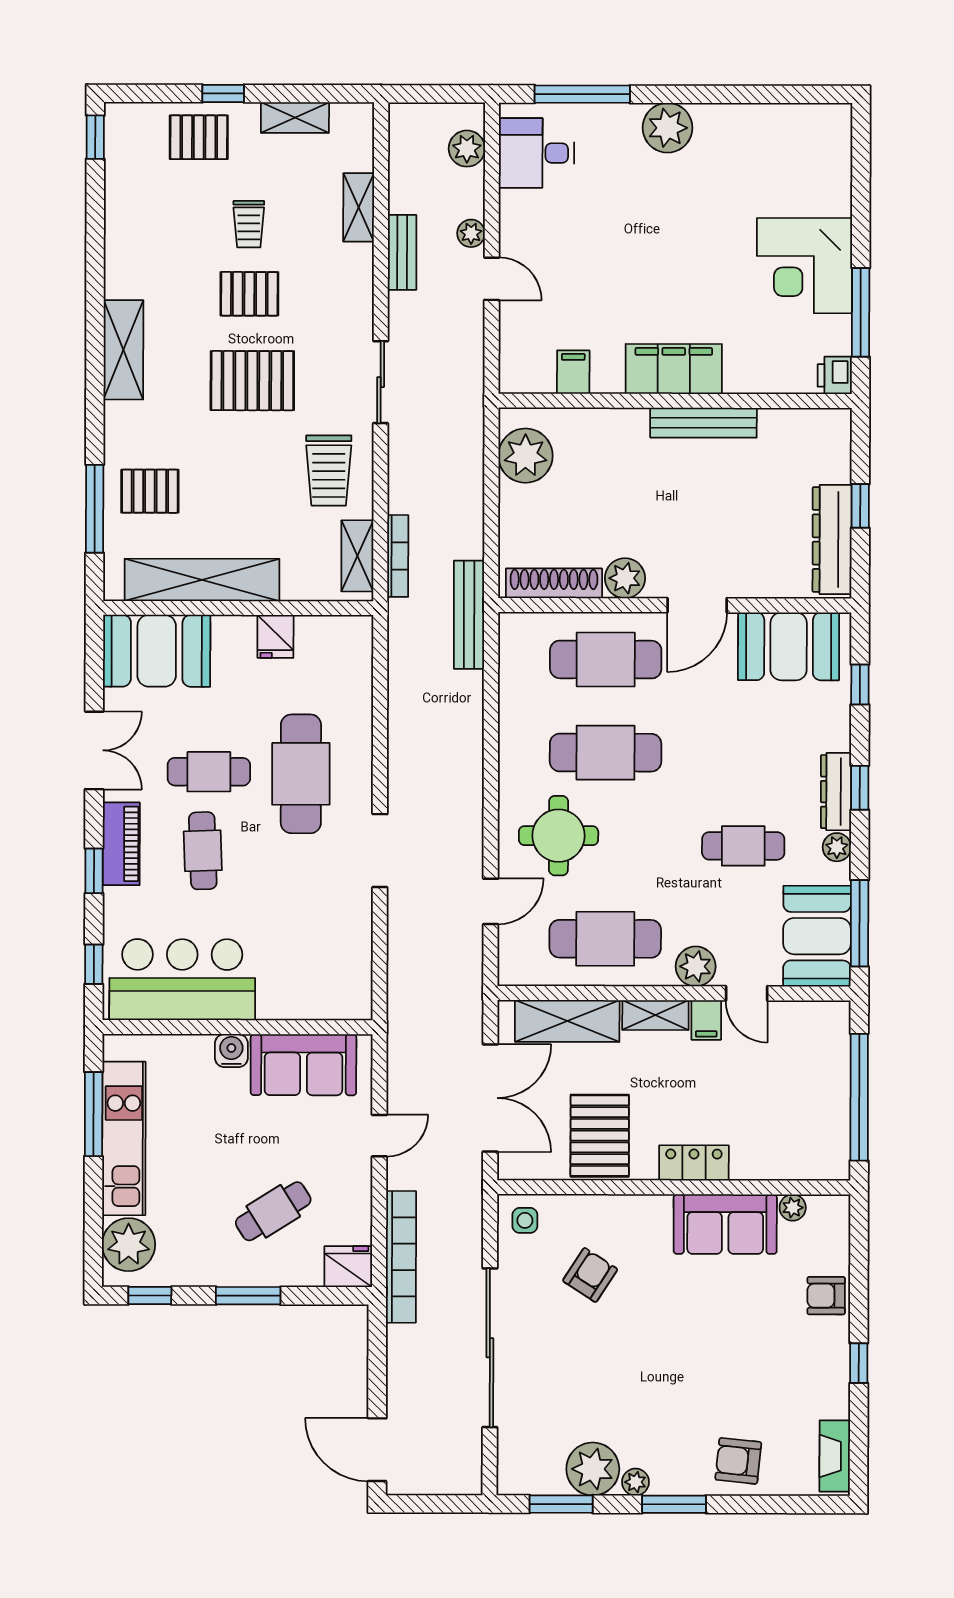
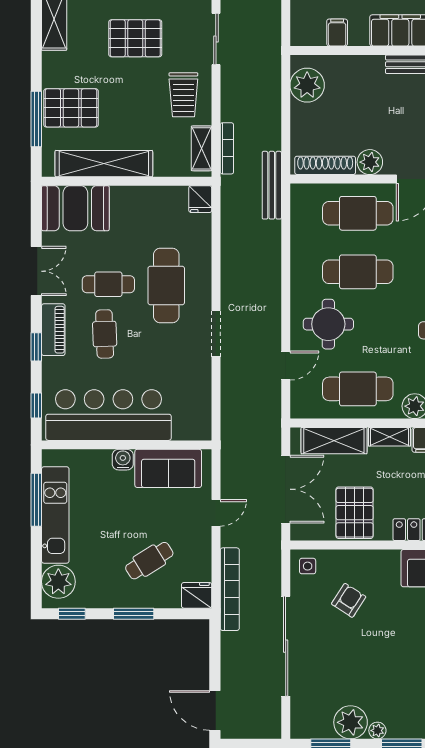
pallet: (150, 491) -> (71, 108), width x1.50, depth x1.42
fridge: (275, 636) -> (200, 199), moved
bar counter: (182, 980) -> (109, 415), width x1.36

